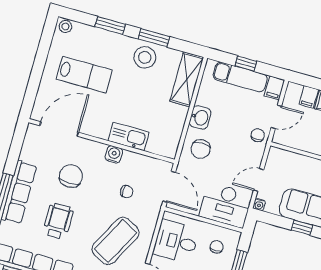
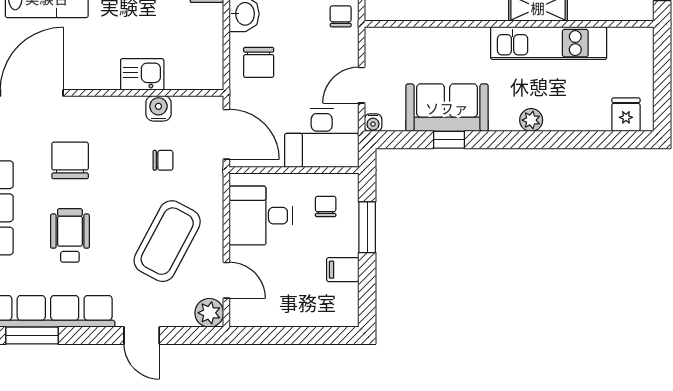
kitchen sink: (129, 137) -> (142, 74), width x0.73
water cooler: (114, 154) -> (158, 108), moved

